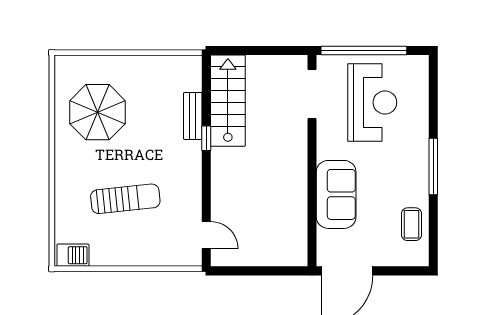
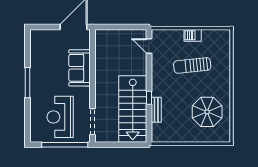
stairs: (228, 101) -> (133, 109), width x1.36, depth x1.51
coffee table: (411, 224) -> (39, 52), removed
barbecue: (73, 255) -> (193, 35), moved

